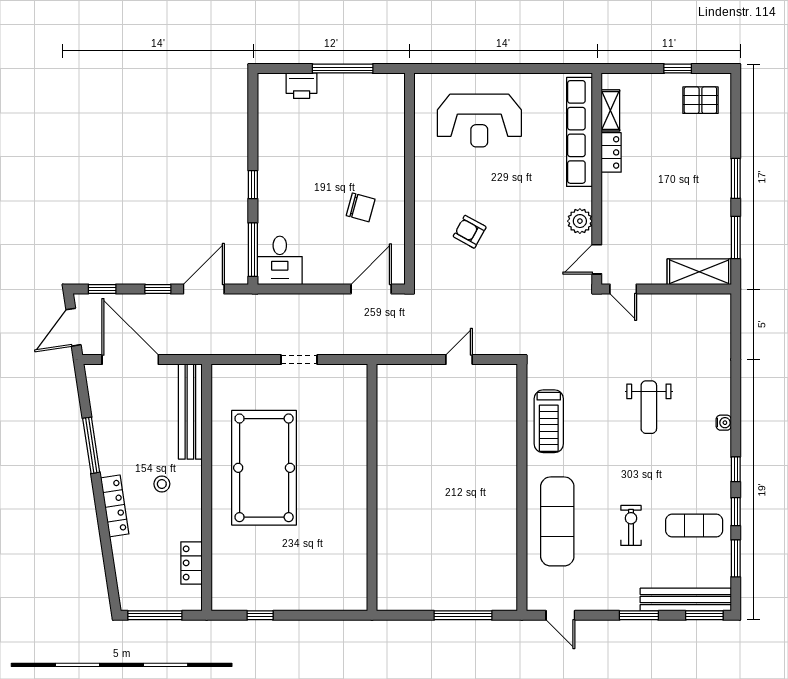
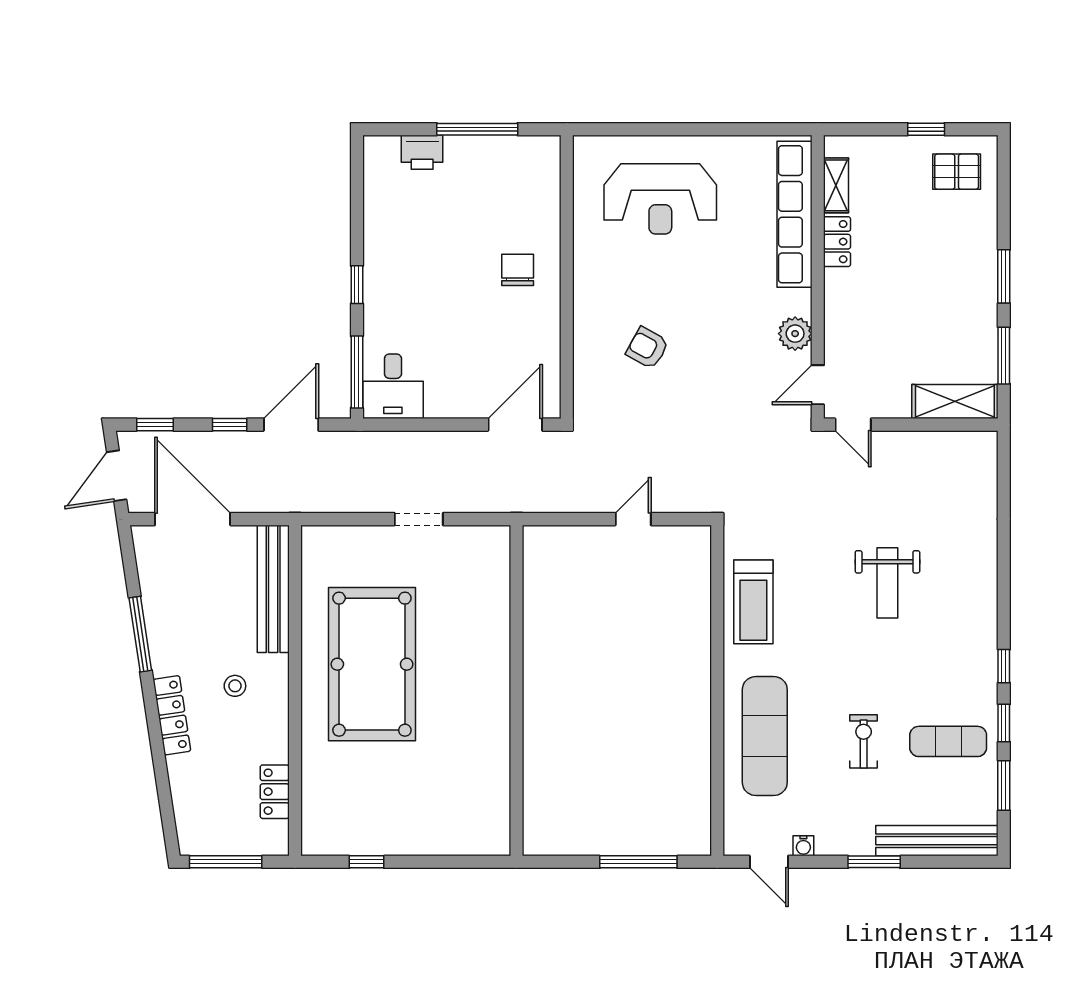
chair: (361, 207) -> (518, 270), moved, turned -105
water cooler: (724, 423) -> (803, 846), moved, turned 90
window: (704, 615) -> (962, 862), removed

